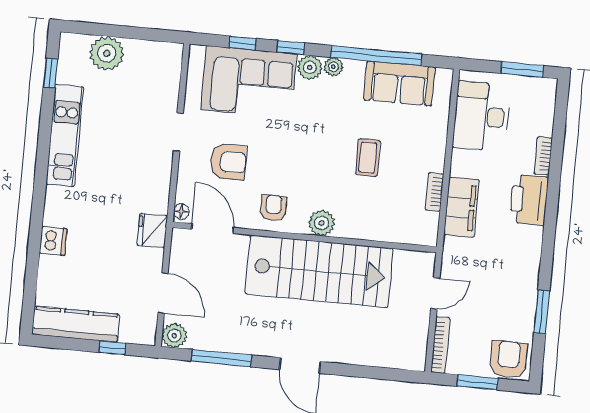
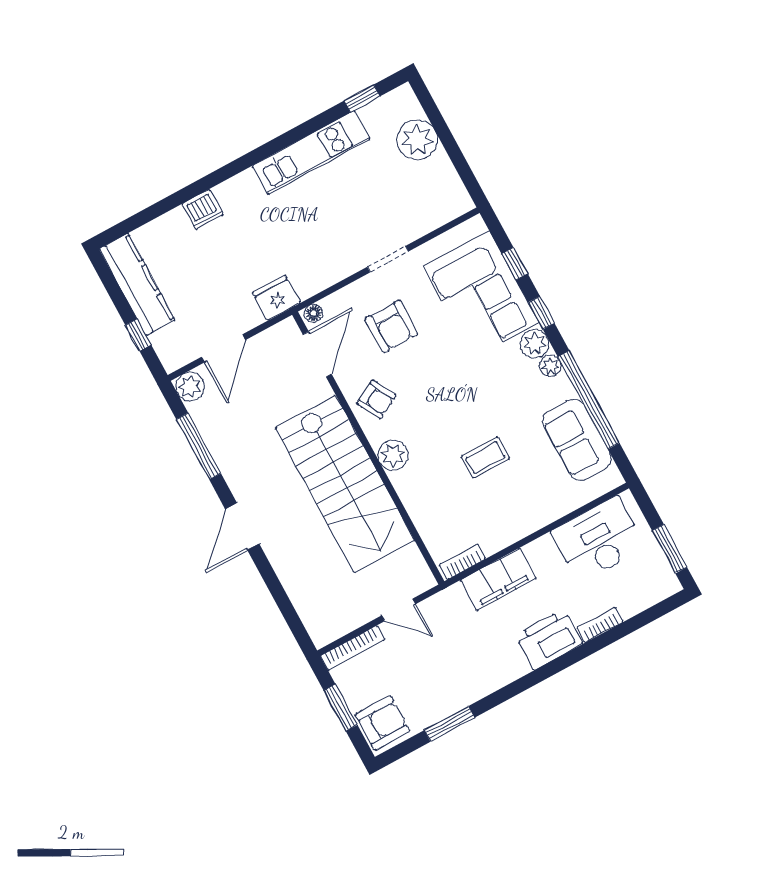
bookcase: (435, 192) -> (462, 562), moved
armchair: (273, 208) -> (376, 399), turned 62

